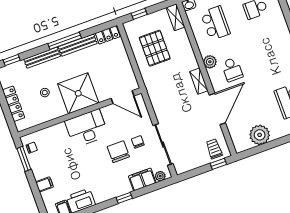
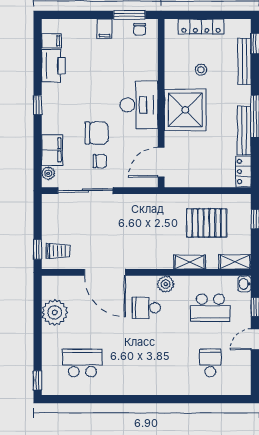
bench: (42, 58) -> (245, 61), moved
shelving: (199, 81) -> (190, 262), moved
filing cabinet: (44, 184) -> (105, 29), moved
window: (124, 198) -> (38, 105), moved

